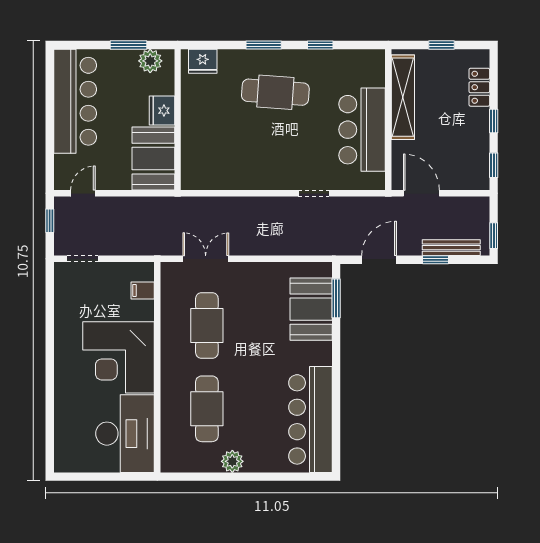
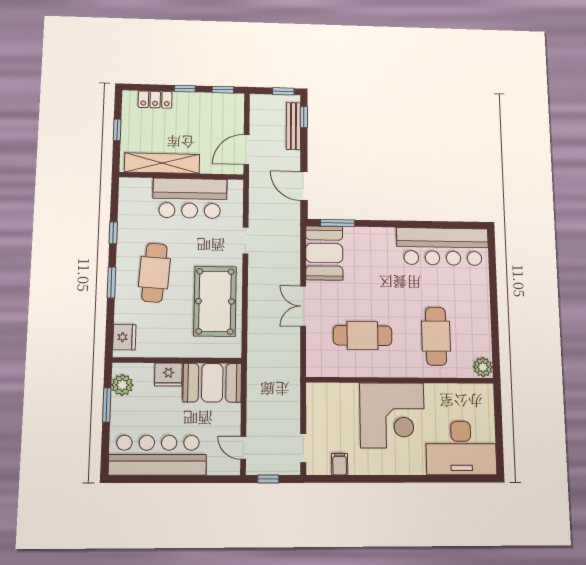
pool table: (244, 160) -> (215, 301), added
double door: (206, 259) -> (303, 306), moved
window: (436, 260) -> (304, 117), moved
filing cabinet: (143, 290) -> (340, 464), moved, turned 180
booth: (311, 309) -> (324, 253), moved, turned 90
cafe table: (207, 409) -> (436, 336), turned 90
desk: (125, 434) -> (461, 448), moved, turned 180
plant: (232, 461) -> (483, 367), moved

